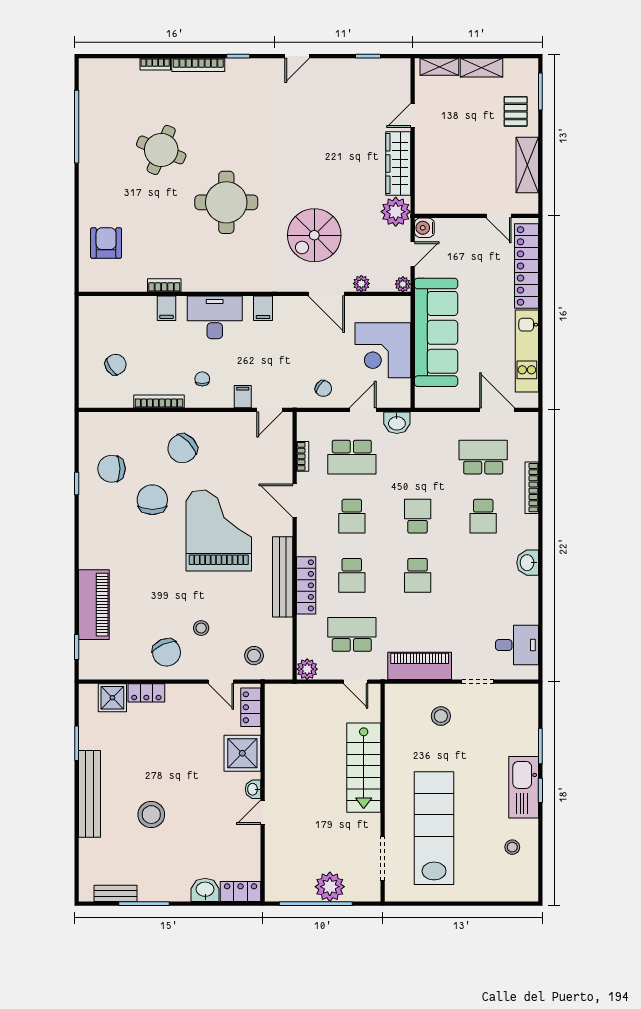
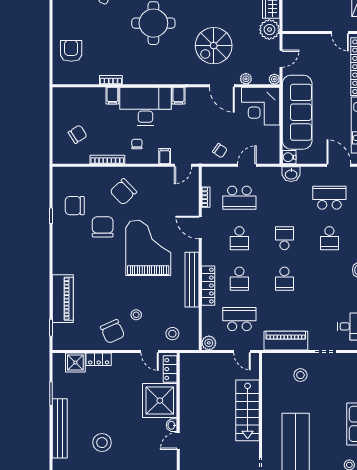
water cooler: (424, 228) -> (289, 157), moved
desk: (215, 317) -> (145, 106), width x1.36, depth x1.30
corner desk: (383, 350) -> (261, 106), moved
washbasin: (397, 423) -> (291, 174), moved
shower: (242, 753) -> (160, 401), width x1.37, depth x1.37

